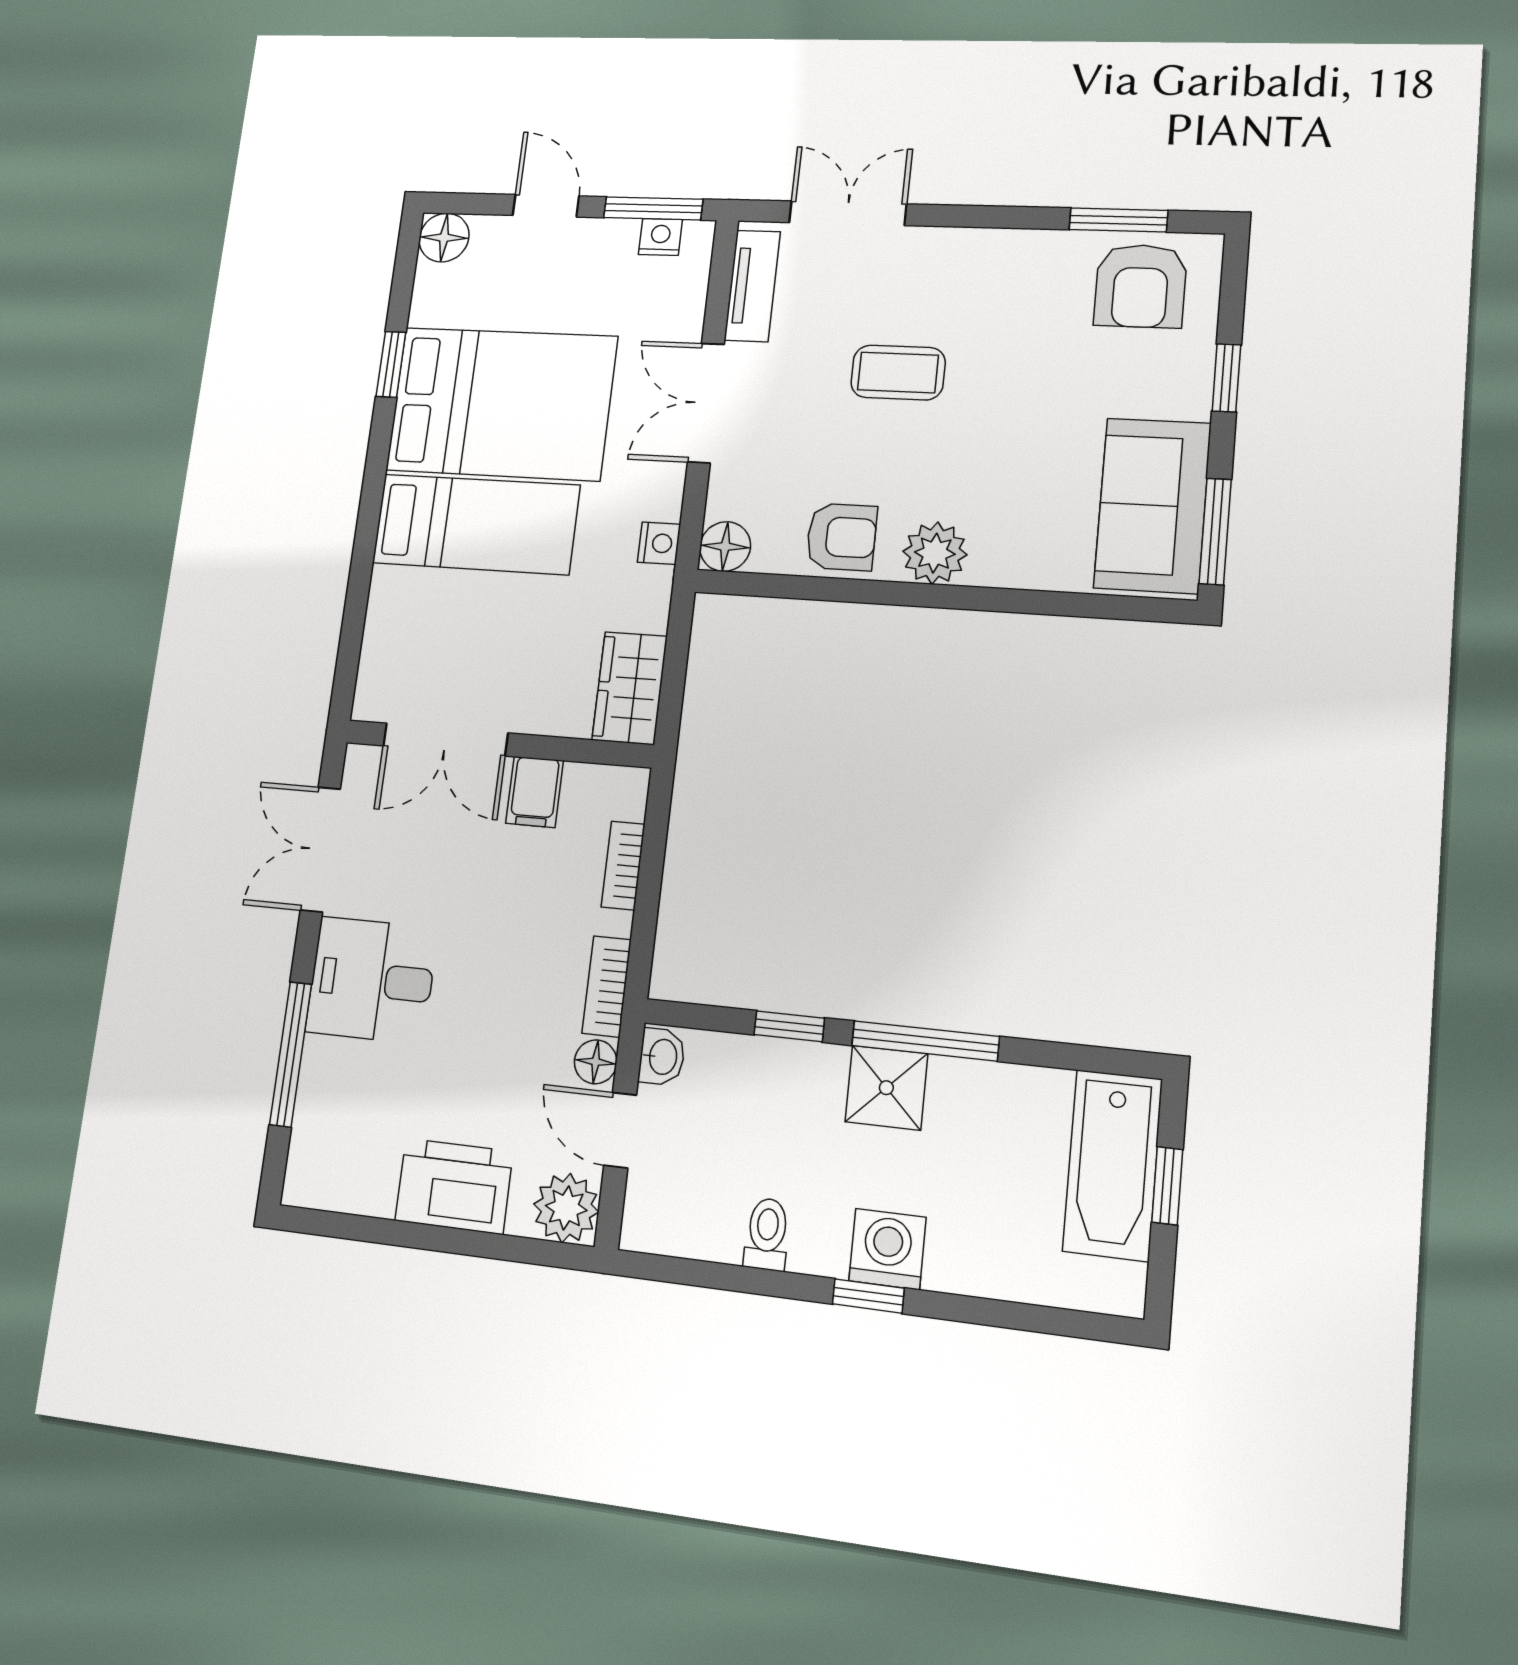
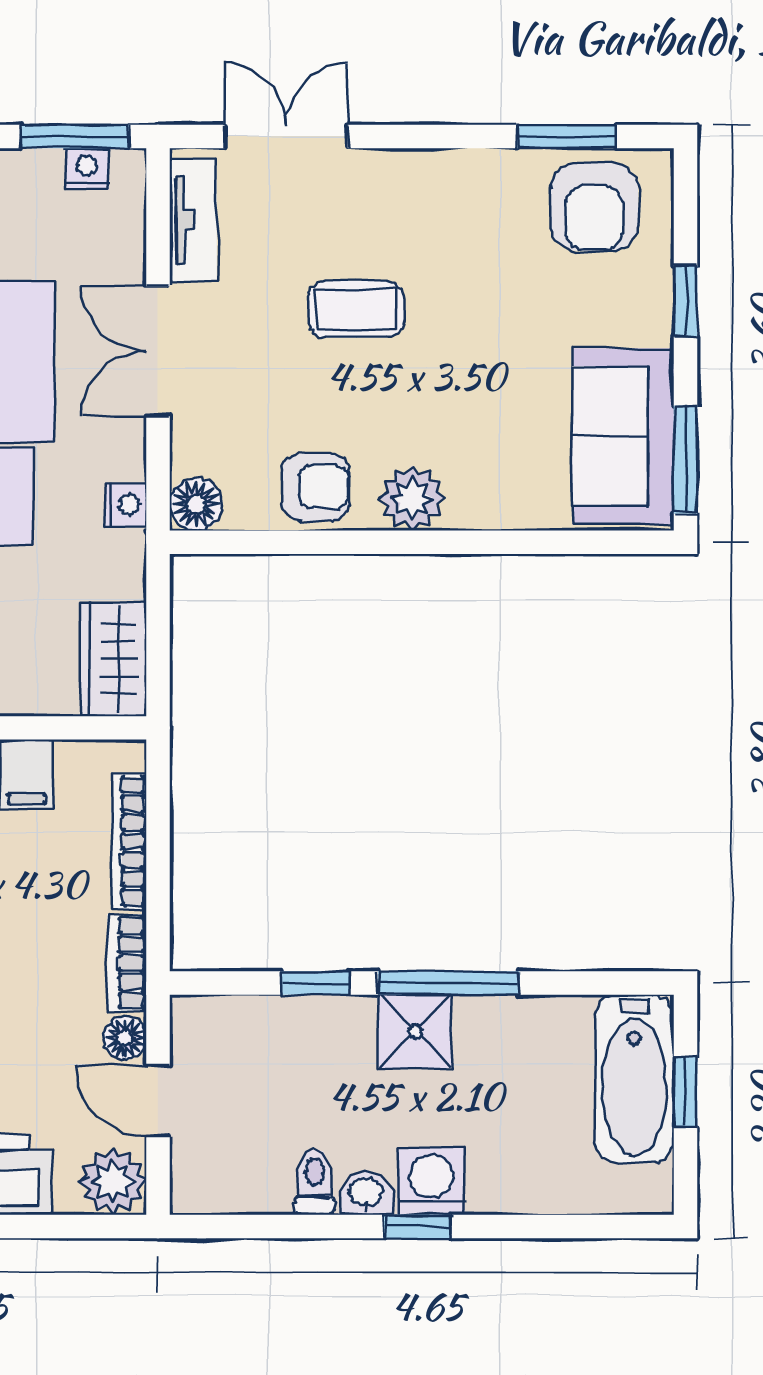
bookcase: (623, 866) -> (129, 841), width x1.56
washbasin: (662, 1057) -> (366, 1193), moved, turned -90

